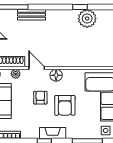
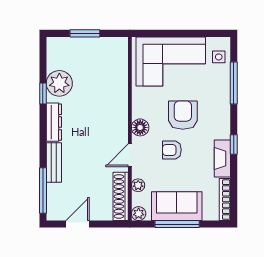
dresser: (60, 15) -> (54, 122), added
armchair: (65, 105) -> (183, 115), turned -90
fireplace: (53, 133) -> (222, 159), moved

